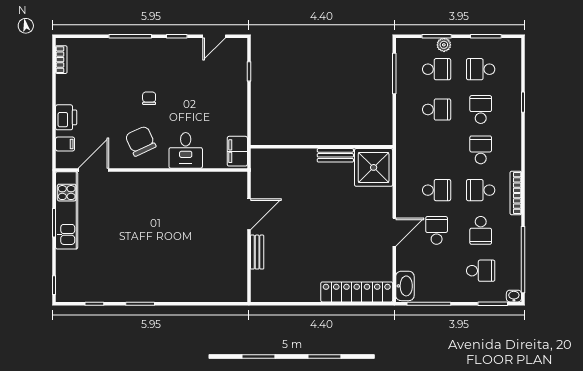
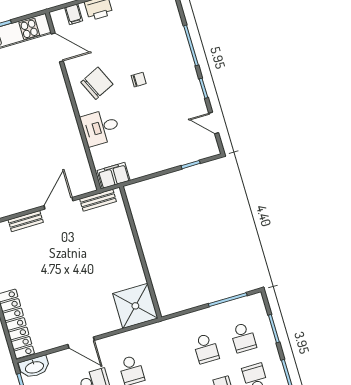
plant: (444, 45) -> (268, 338), removed
bench: (335, 155) -> (98, 200), moved, turned 90
door: (249, 214) -> (58, 203), swing flipped

